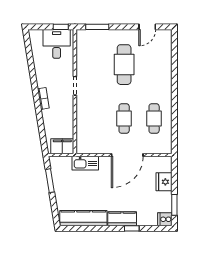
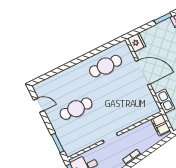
cafe table: (124, 119) -> (117, 89), removed
cafe table: (154, 119) -> (106, 66), width x1.37, depth x1.35
fridge: (164, 182) -> (137, 42), moved, turned -90

